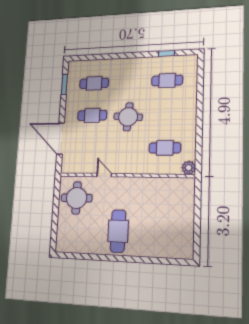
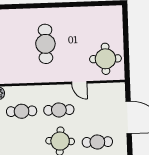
cafe table: (127, 148) -> (59, 110), added
cafe table: (118, 231) -> (45, 44), moved

